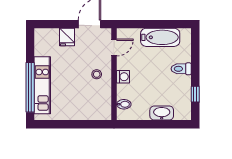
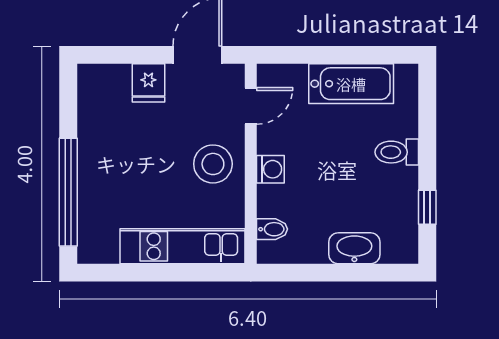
stool: (97, 74) -> (213, 164), width x1.89, depth x1.89
kitchen unit: (42, 85) -> (182, 246), moved, turned -90

